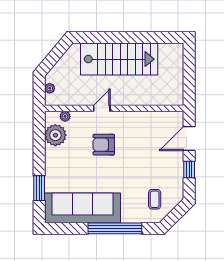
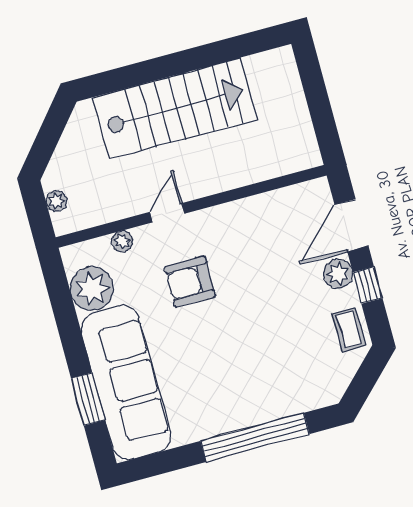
plant: (65, 116) -> (122, 241), moved
plant: (176, 160) -> (338, 274), added
coffee table: (155, 199) -> (349, 330), moved
sofa: (82, 208) -> (126, 382), moved, turned 90

